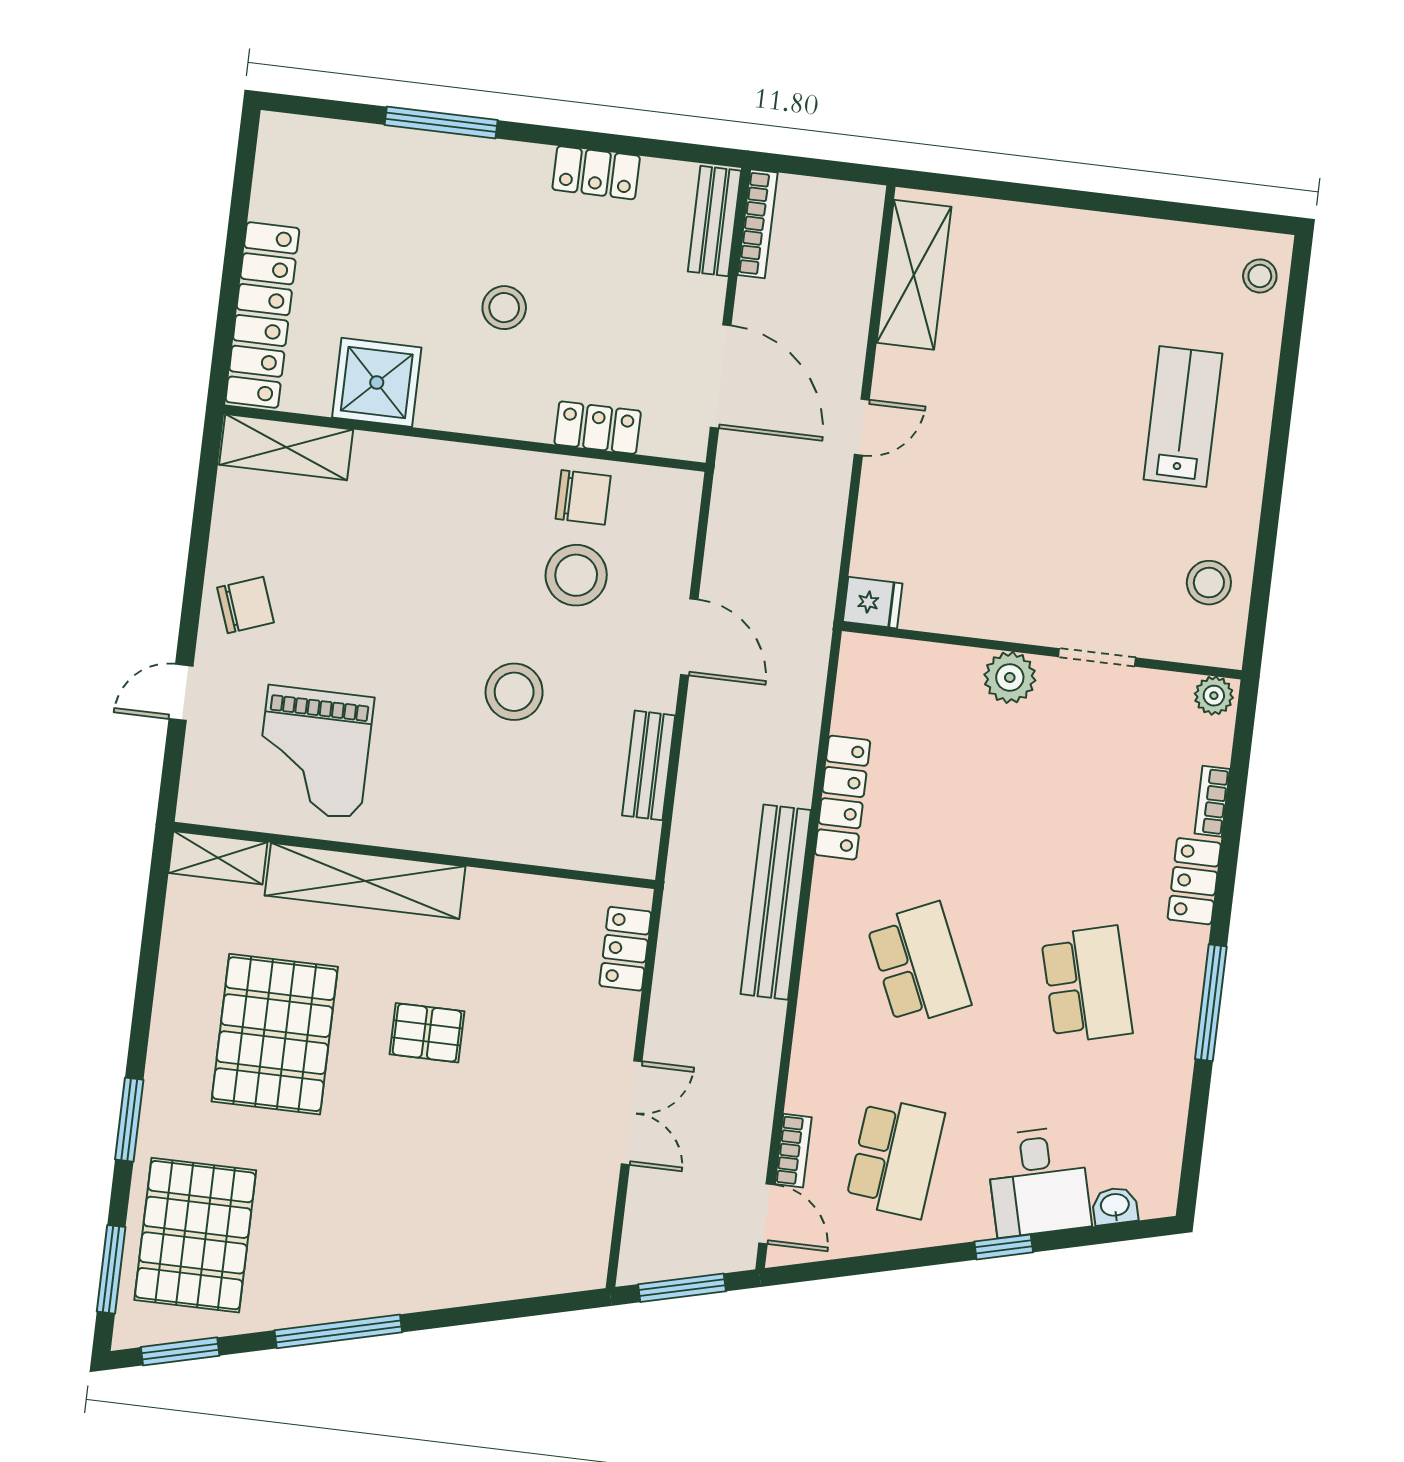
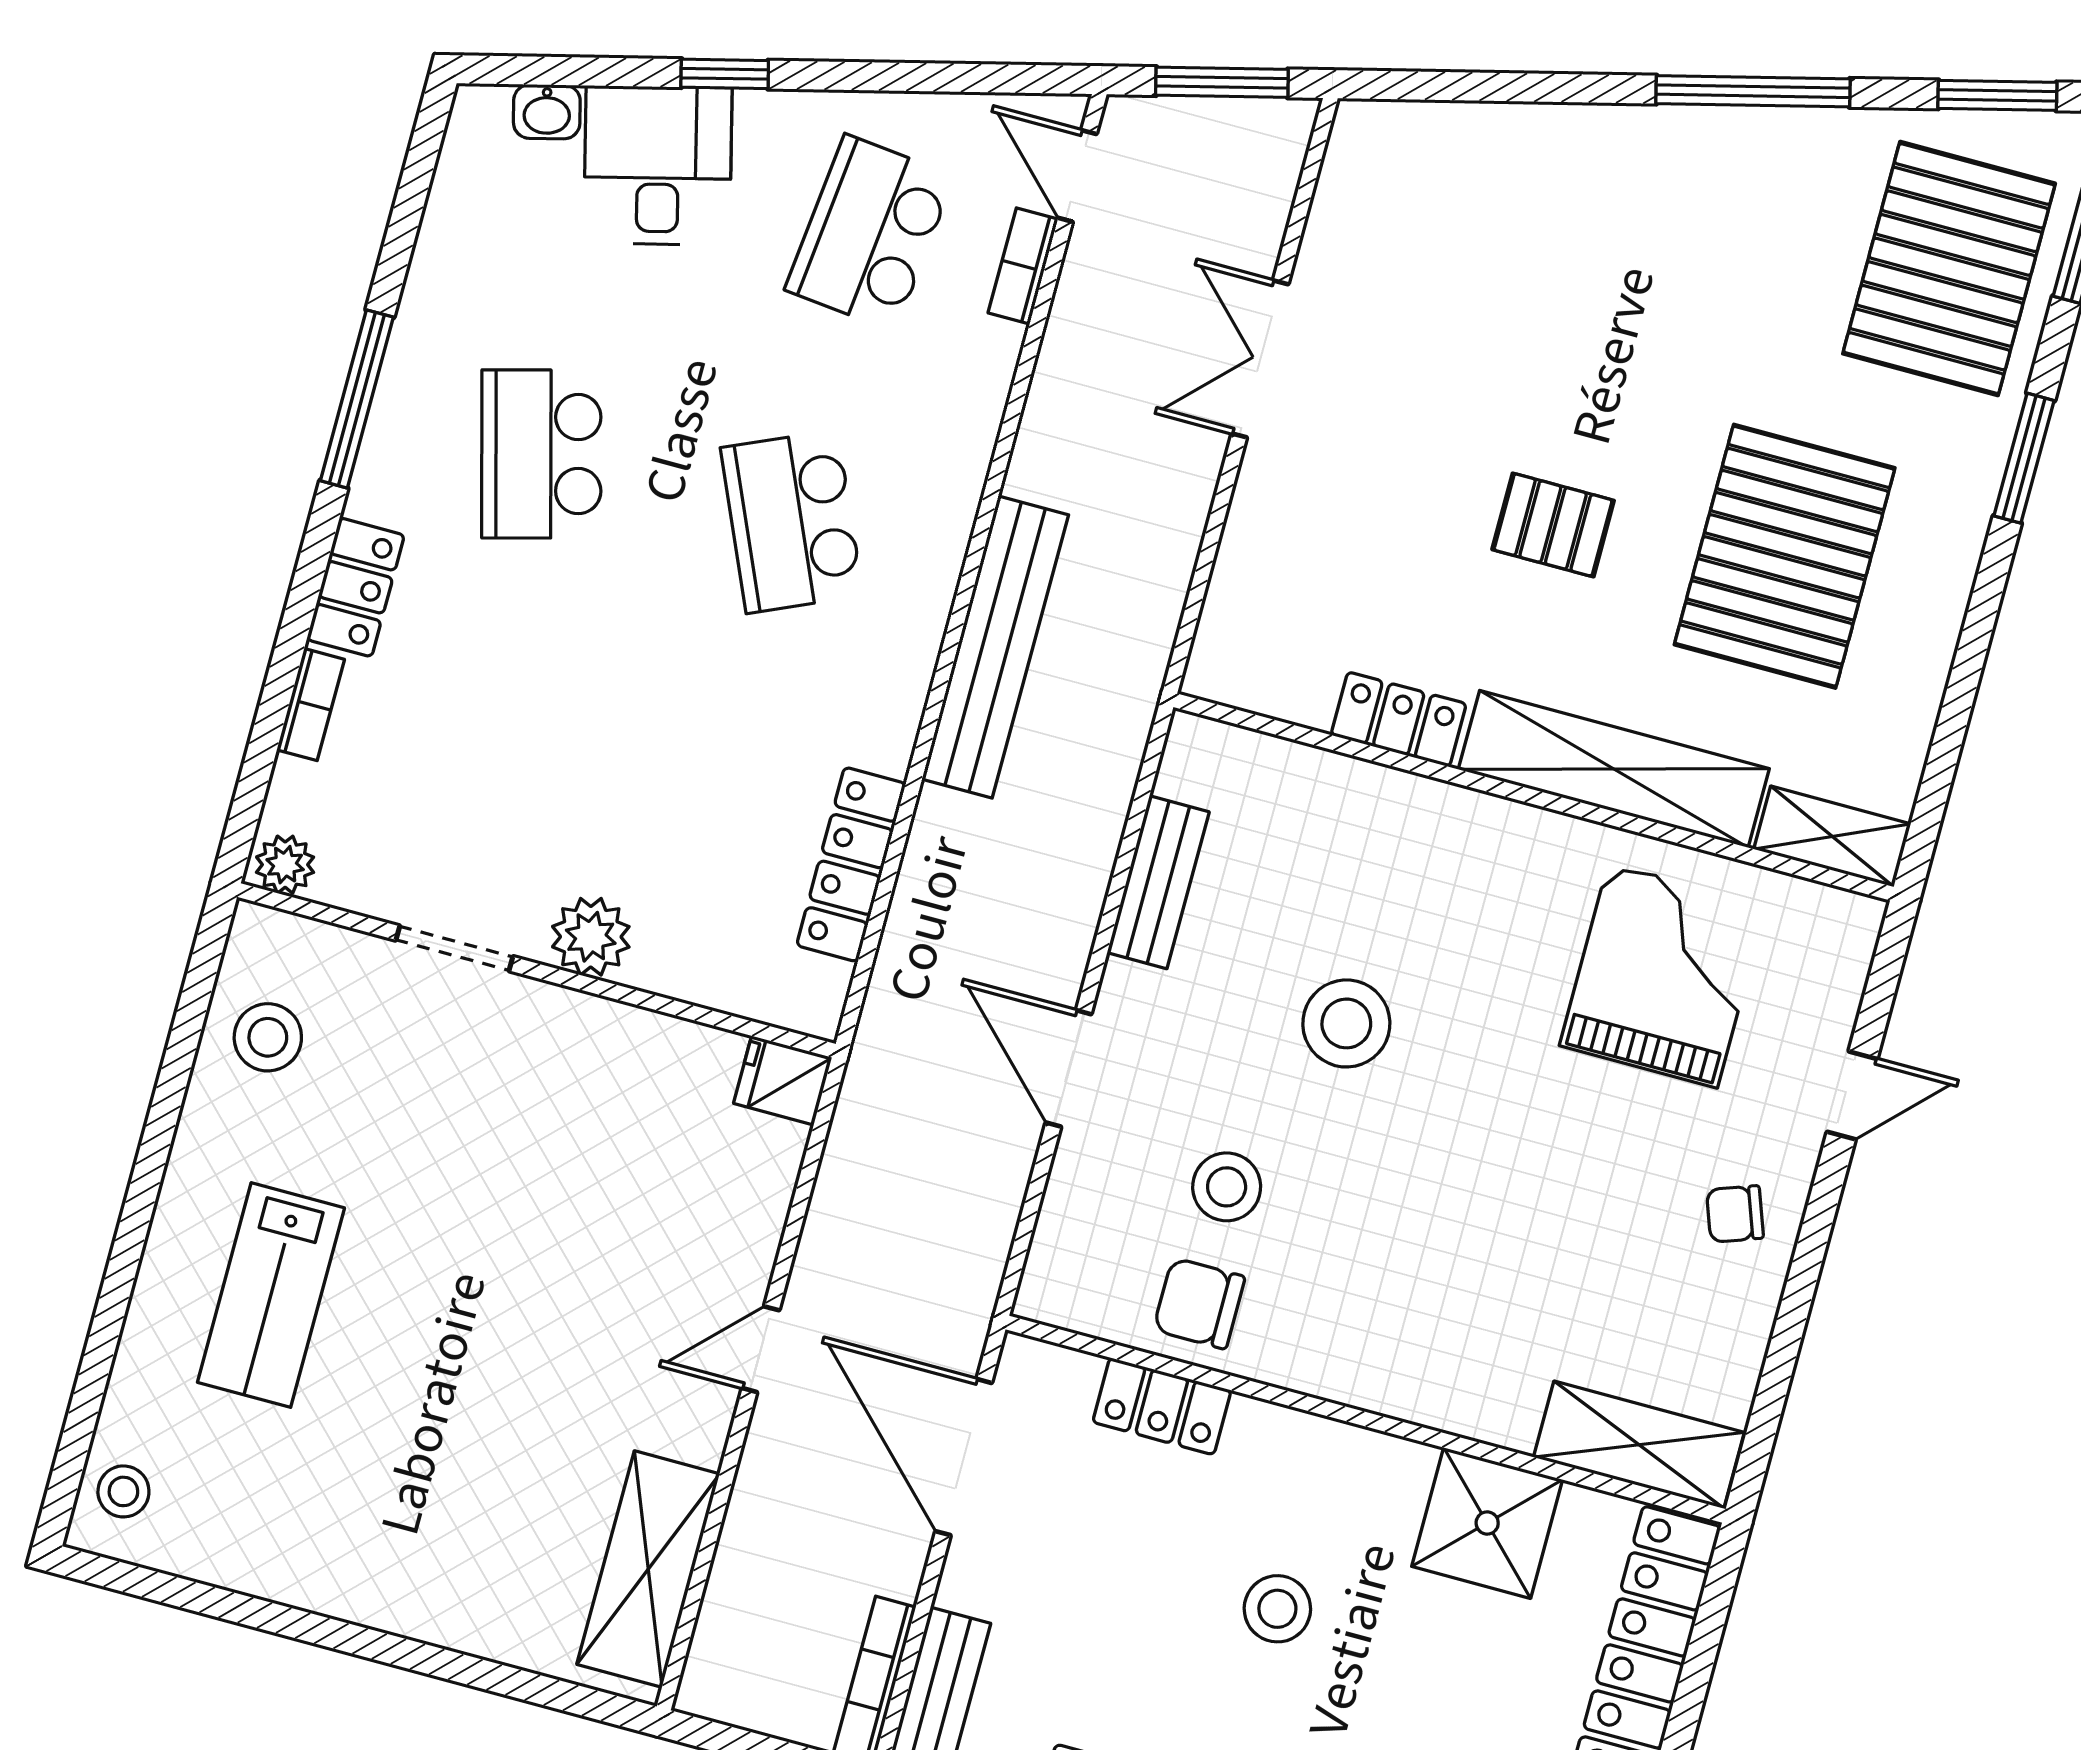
stool: (576, 575) -> (1227, 1187), width x0.73, depth x0.73
chair: (246, 605) -> (1735, 1214), width x0.73, depth x0.73
locker: (843, 798) -> (851, 864), moved
locker: (625, 949) -> (1399, 719), moved, turned -90

